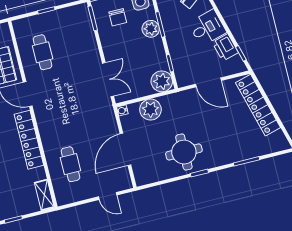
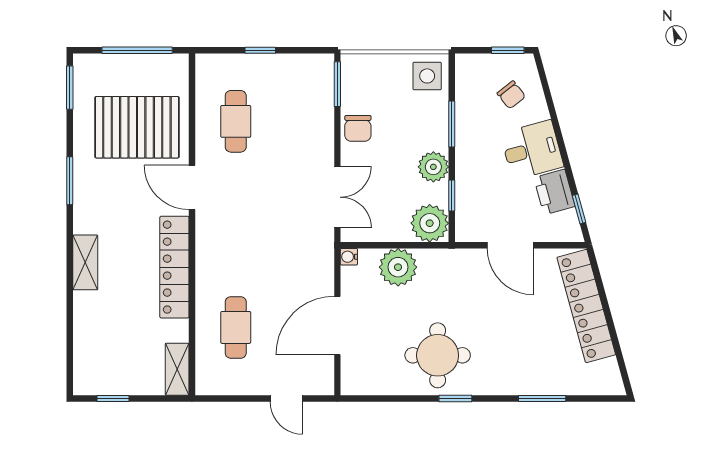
chair: (118, 17) -> (358, 128), moved
plant: (151, 29) -> (433, 167), moved

